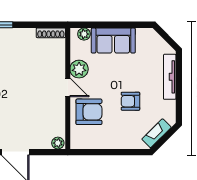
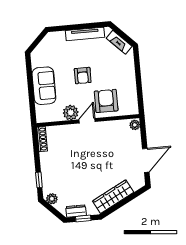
plant: (84, 34) -> (41, 111), removed
tv unit: (170, 77) -> (85, 34), moved
armchair: (130, 101) -> (83, 76), moved

